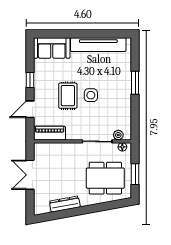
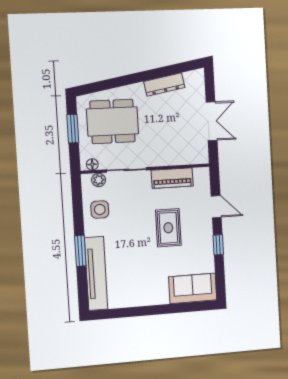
tv unit: (98, 45) -> (96, 273), moved, turned 90
side table: (91, 95) -> (100, 210), moved
door: (30, 109) -> (216, 207), hinge flipped
piano: (50, 133) -> (172, 178), moved

